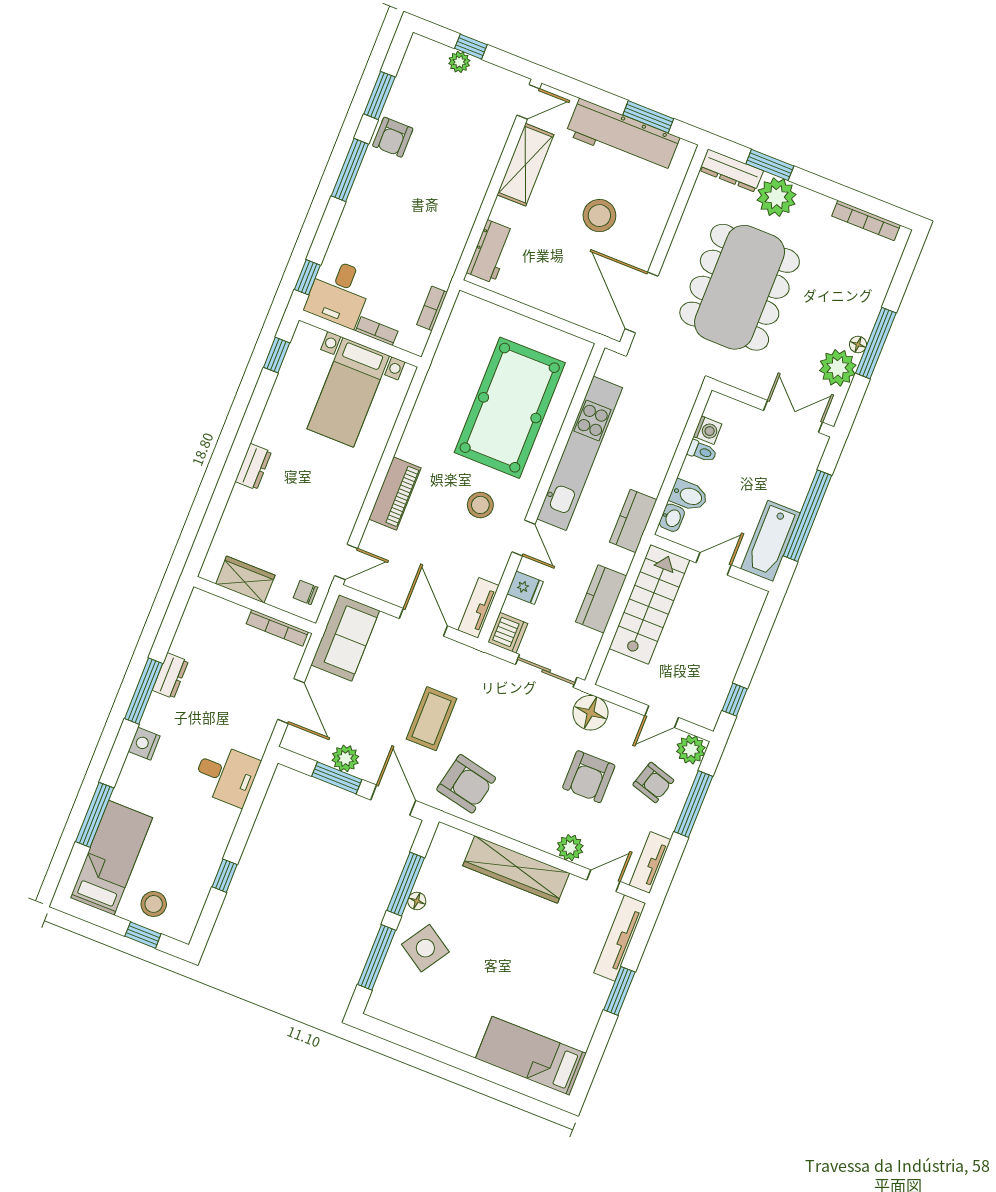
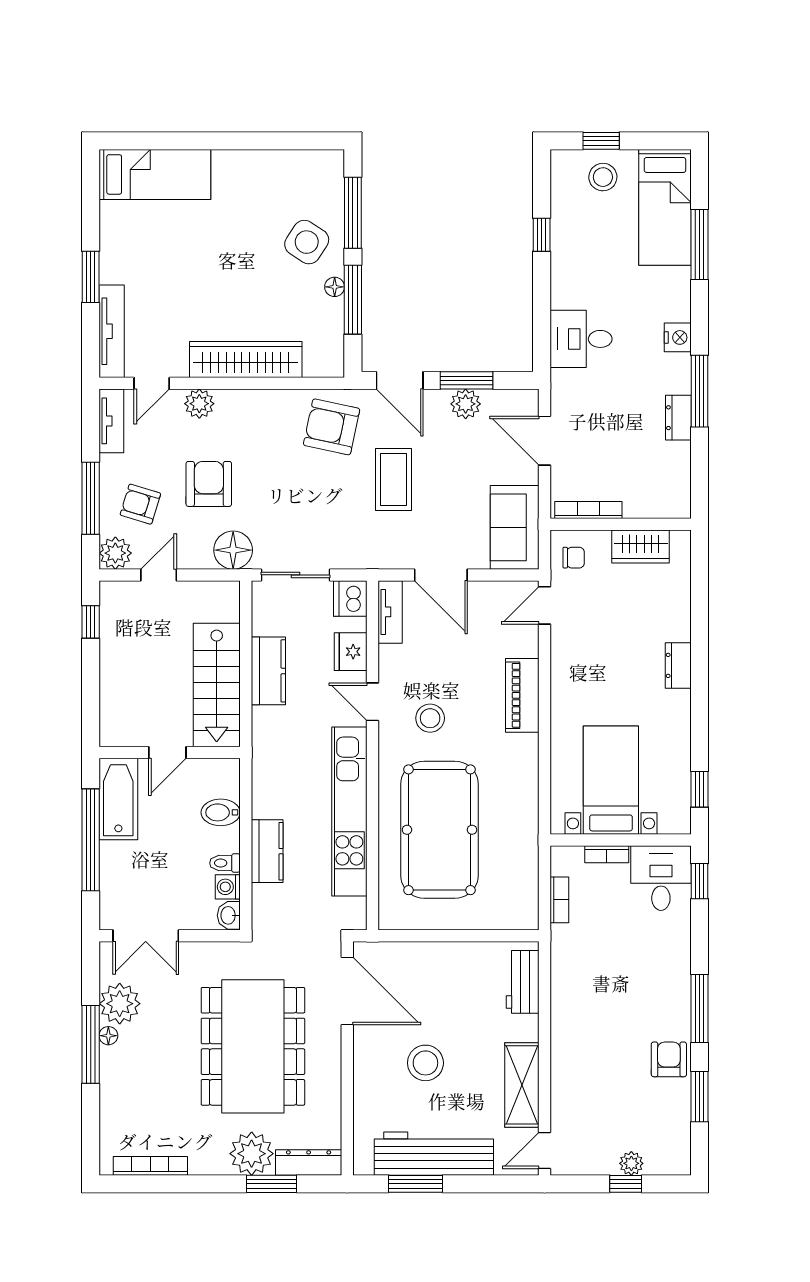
washbasin: (672, 518) -> (229, 915), moved
kitchen counter: (633, 521) -> (267, 851), moved
fridge: (525, 588) -> (351, 652), width x1.38

